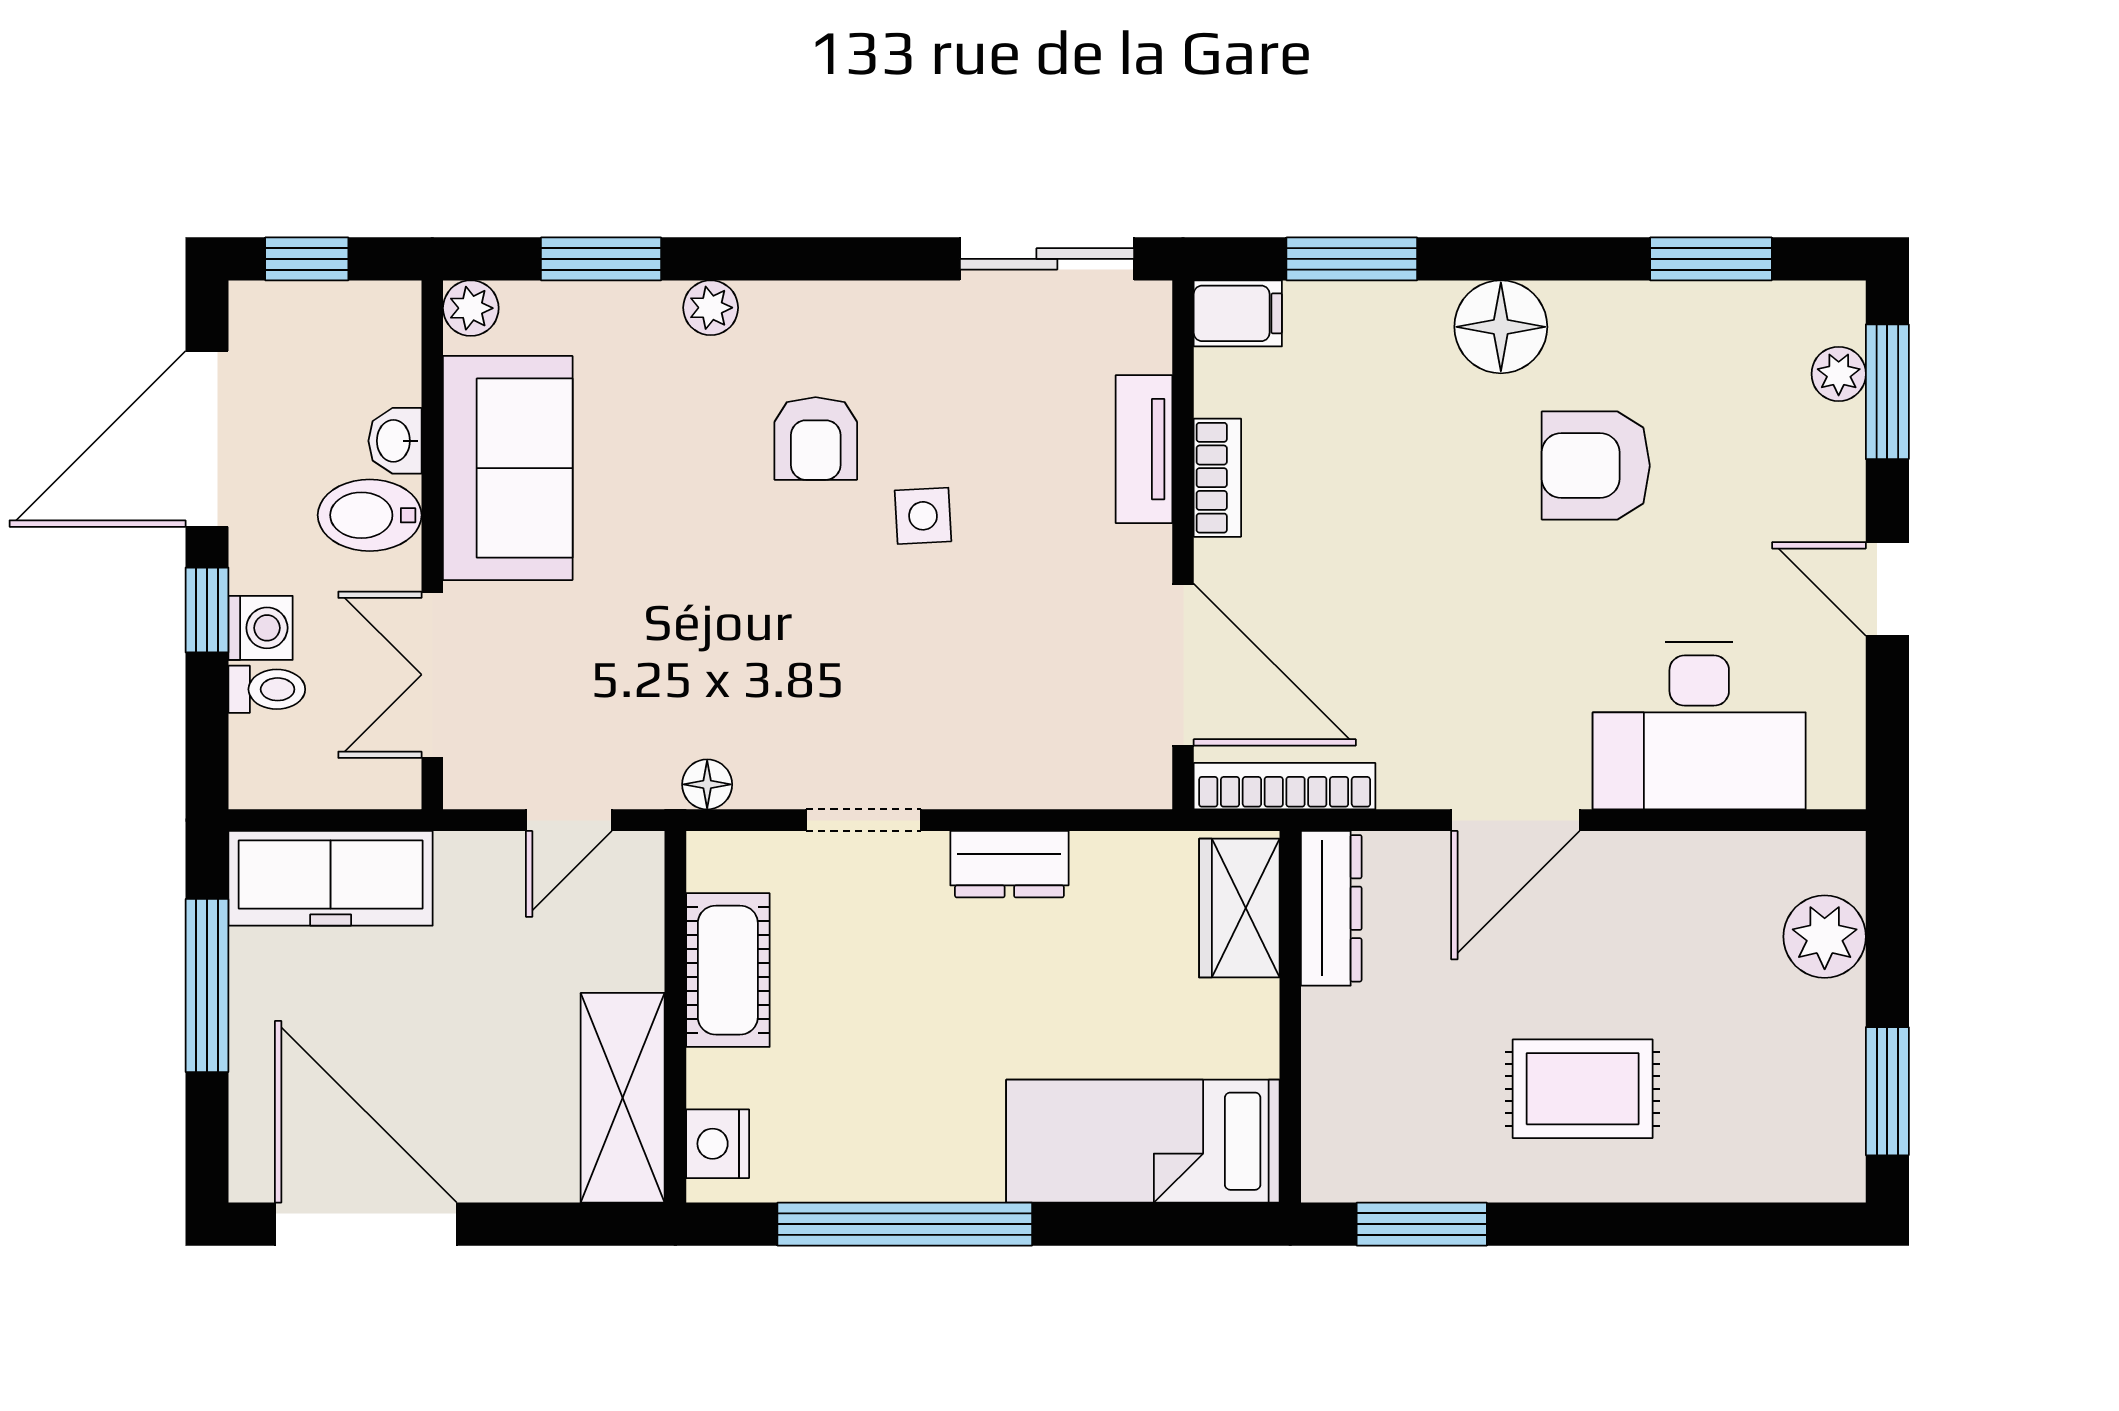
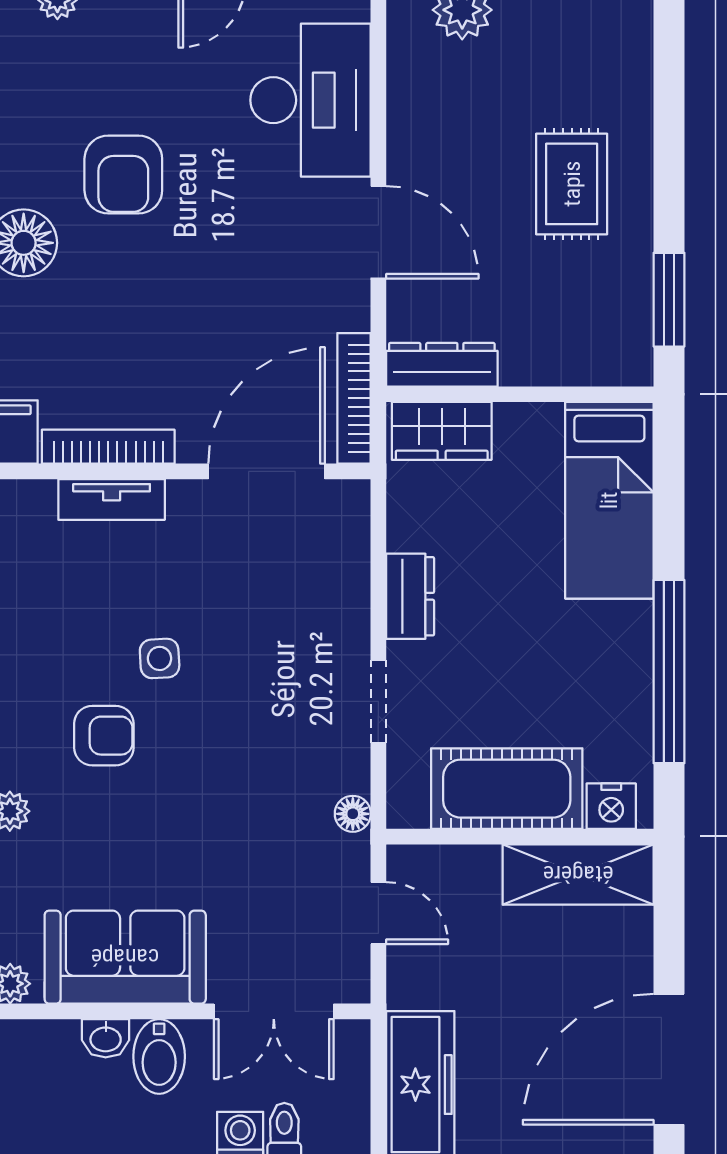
bookcase: (1217, 478) -> (108, 447), width x1.56
cot: (728, 970) -> (507, 789), width x1.37, depth x1.34

